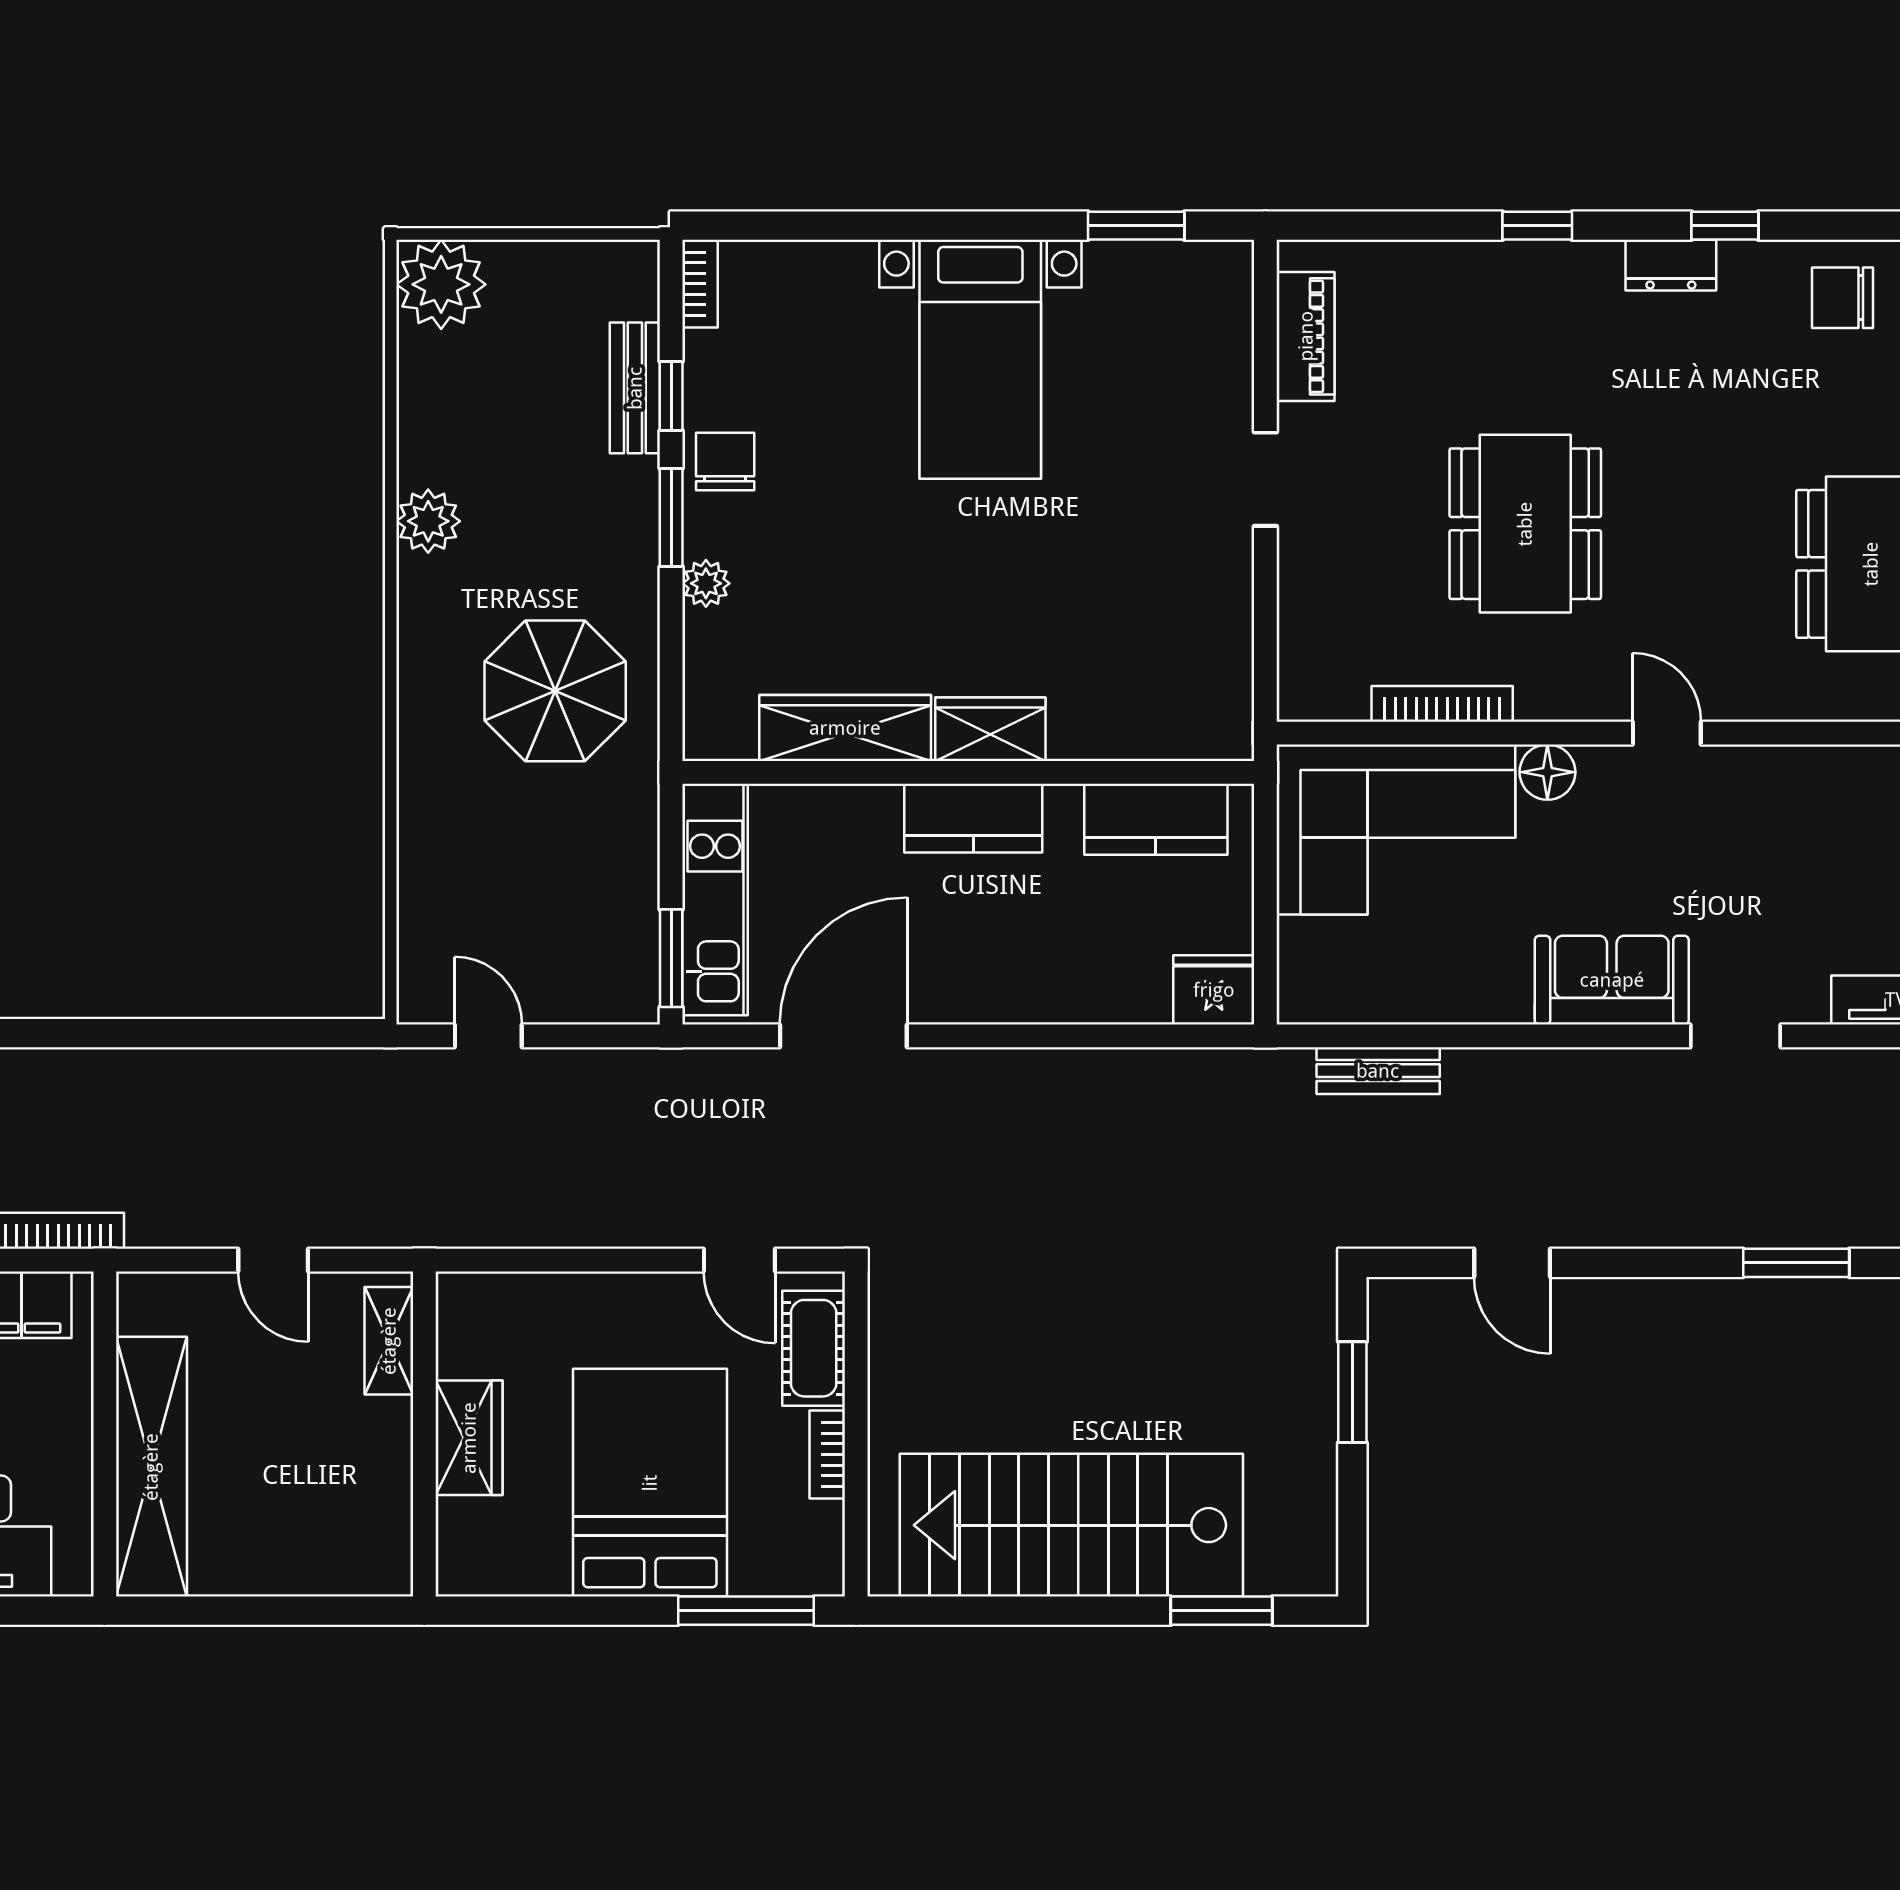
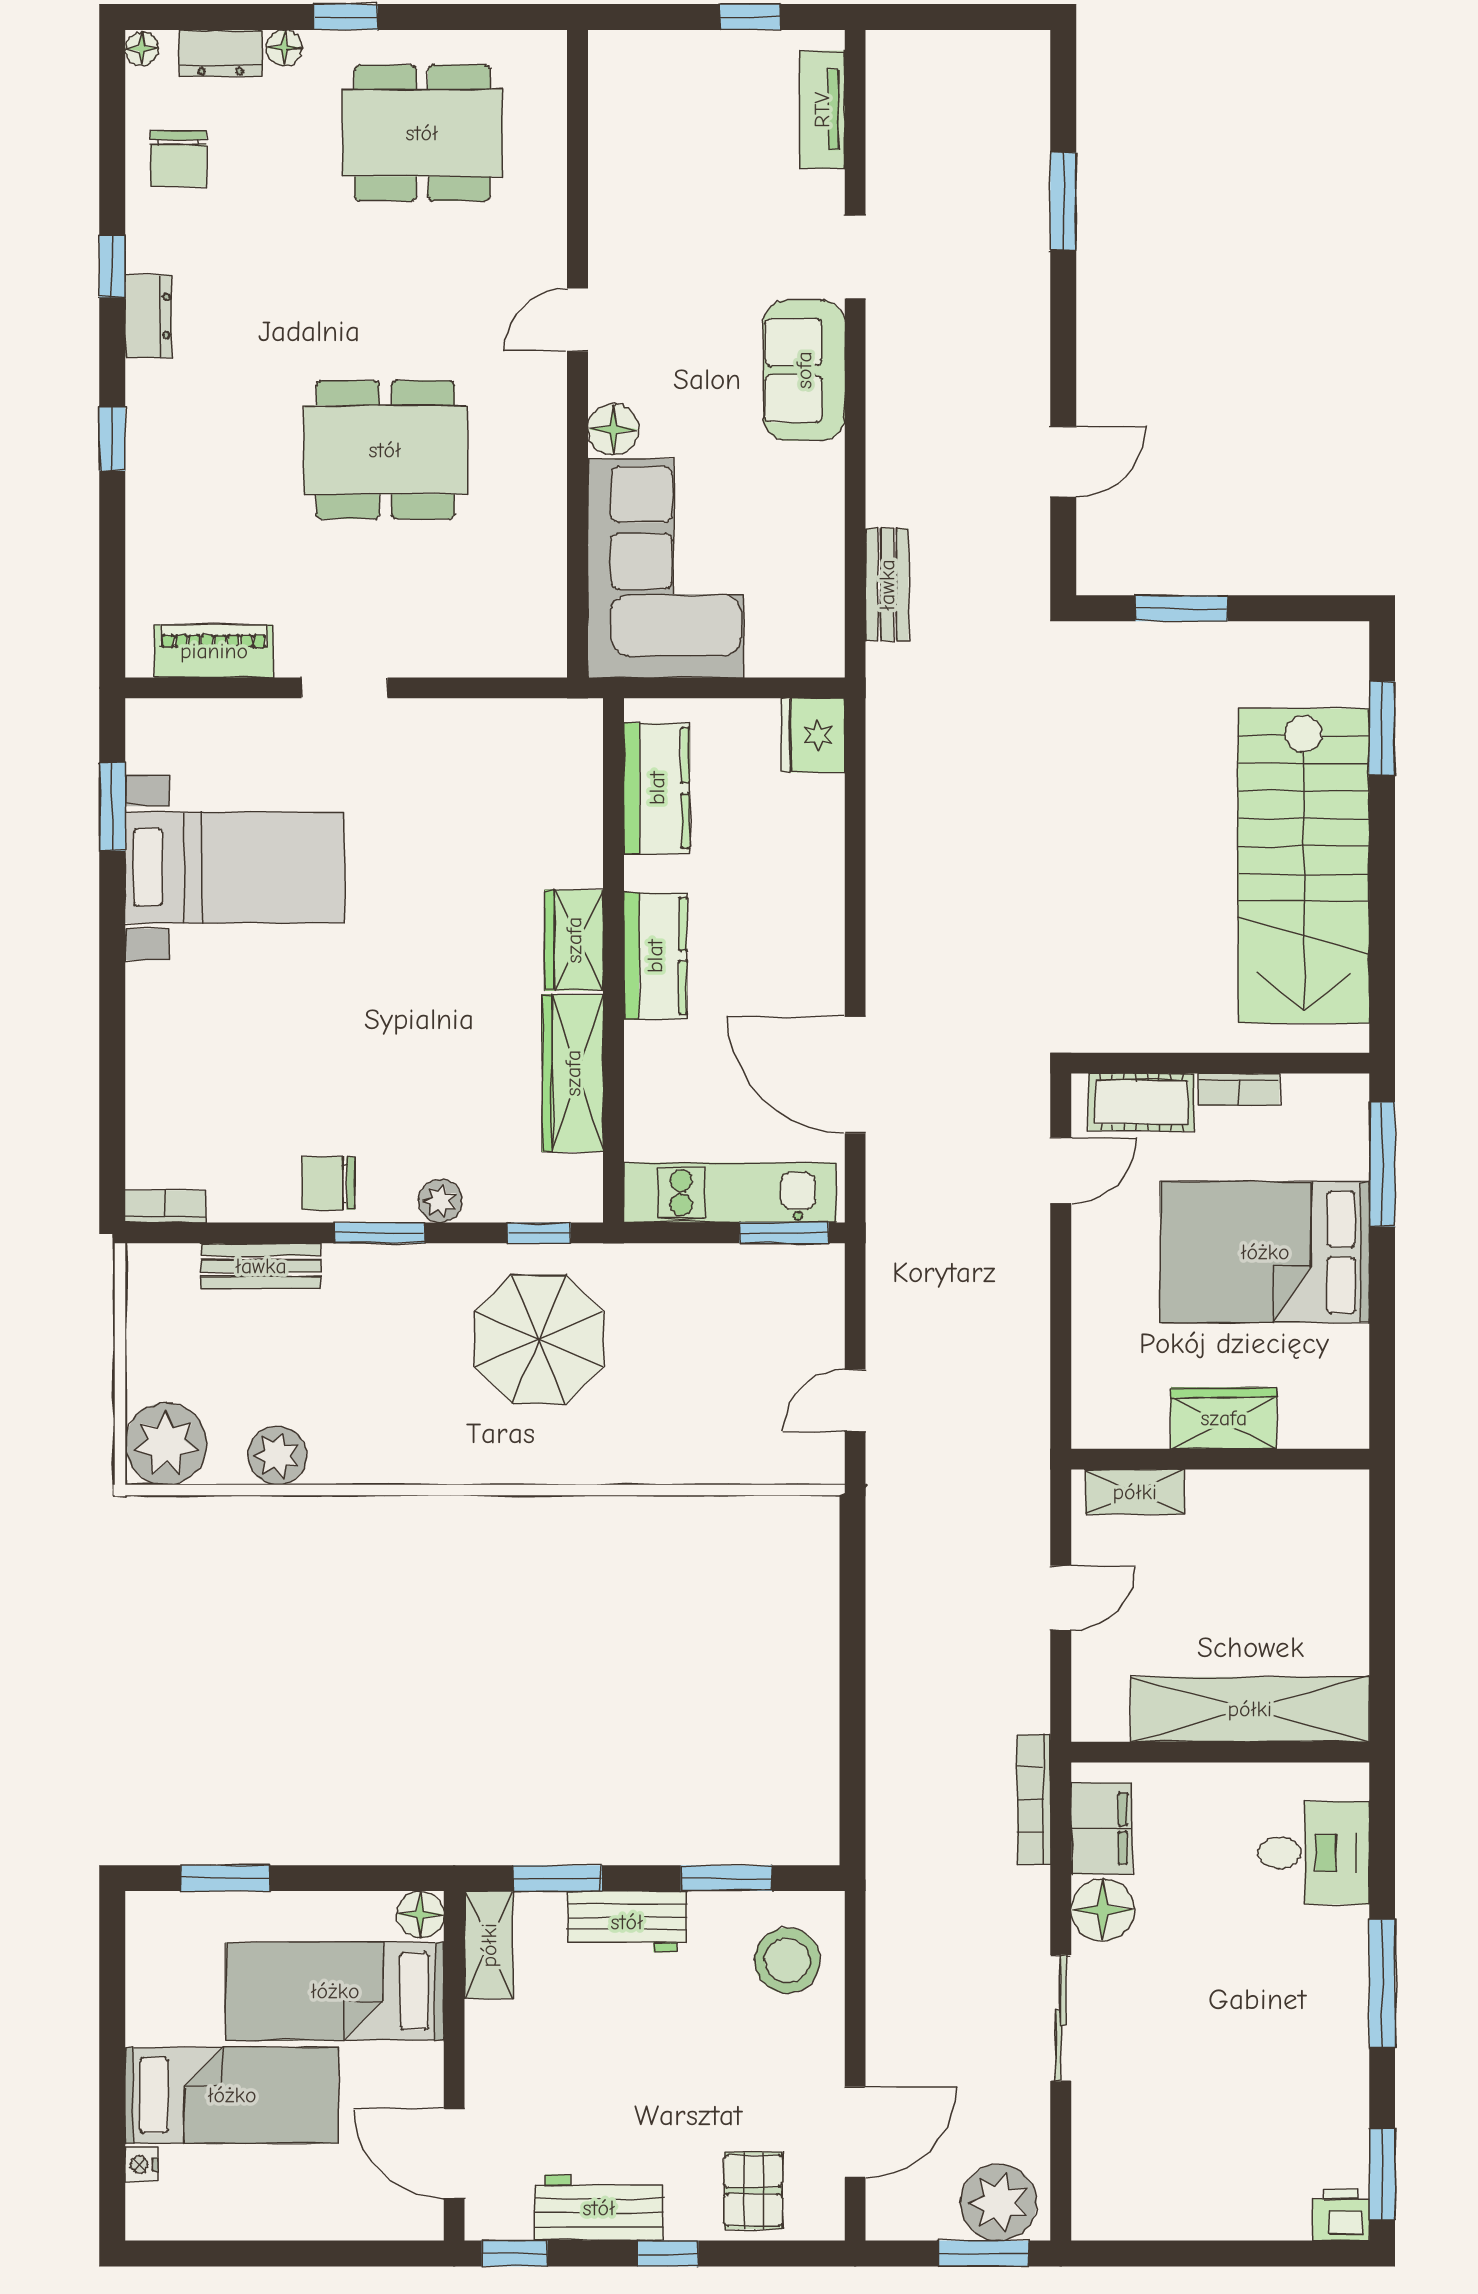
bed with nightstands: (980, 359) -> (235, 867), moved
window: (671, 396) -> (539, 1233), moved
plant: (428, 521) -> (277, 1456), moved
bookcase: (1442, 704) -> (551, 526), removed

